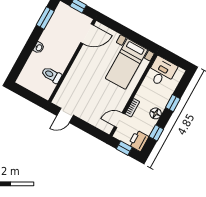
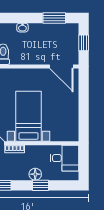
bed with nightstands: (126, 64) -> (28, 116), moved, turned 90
floor lamp: (156, 113) -> (35, 174), moved

